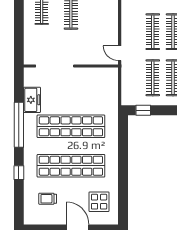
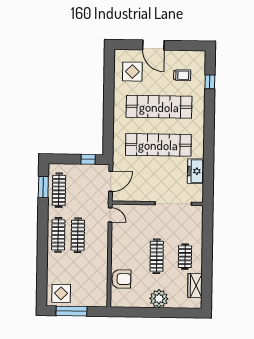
clothes rail: (153, 78) -> (79, 191), removed
door: (120, 88) -> (111, 181), added
window: (19, 125) -> (209, 147), removed
window: (19, 173) -> (210, 82), moved

